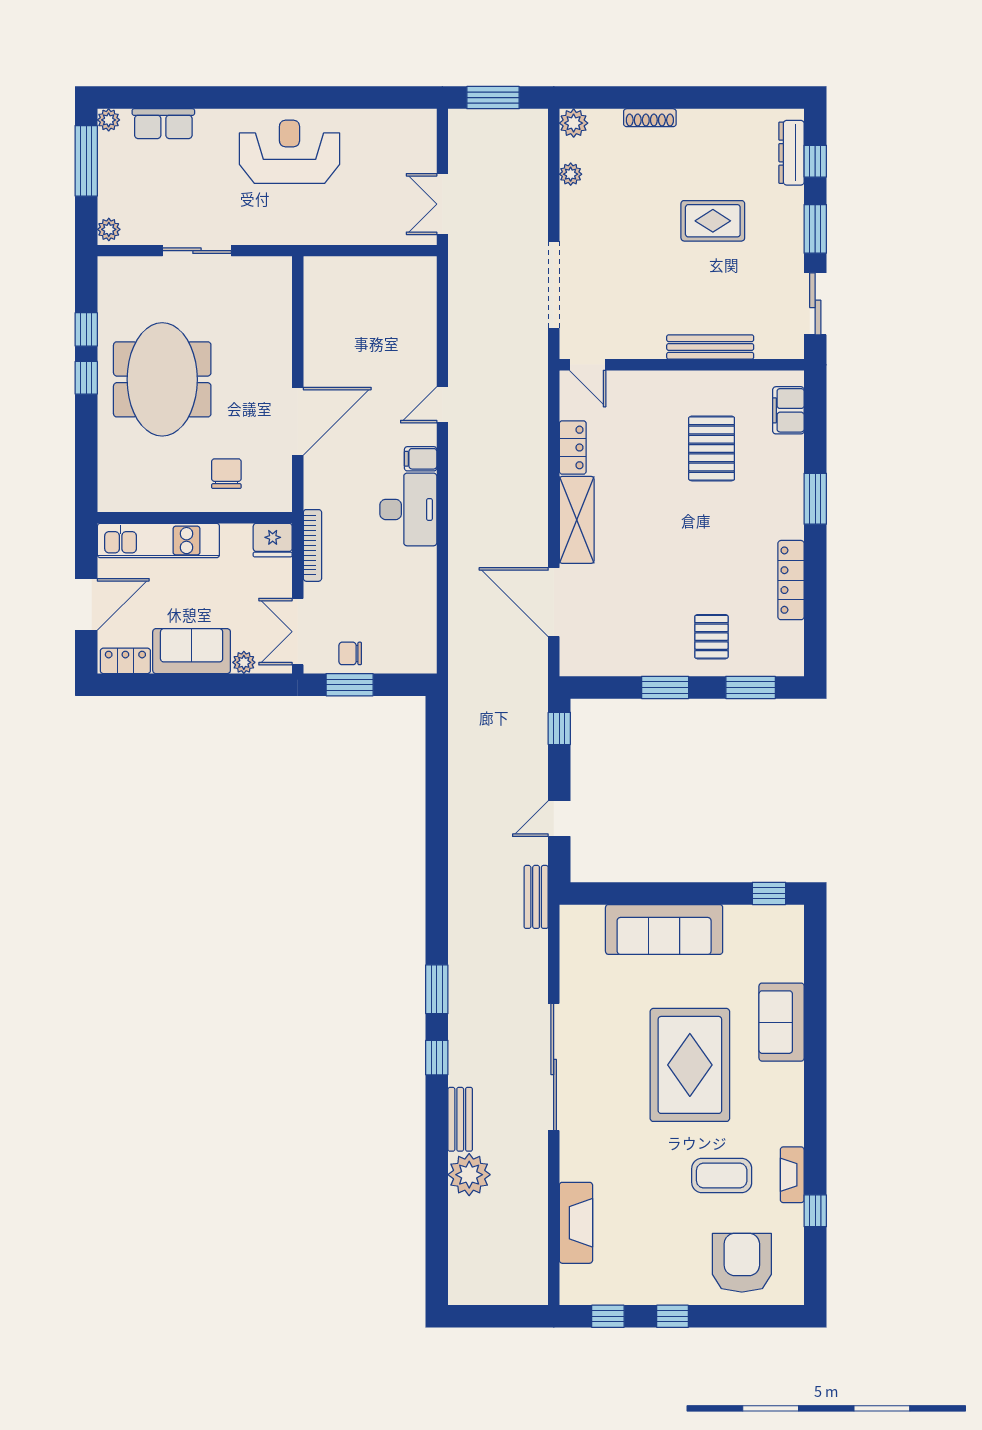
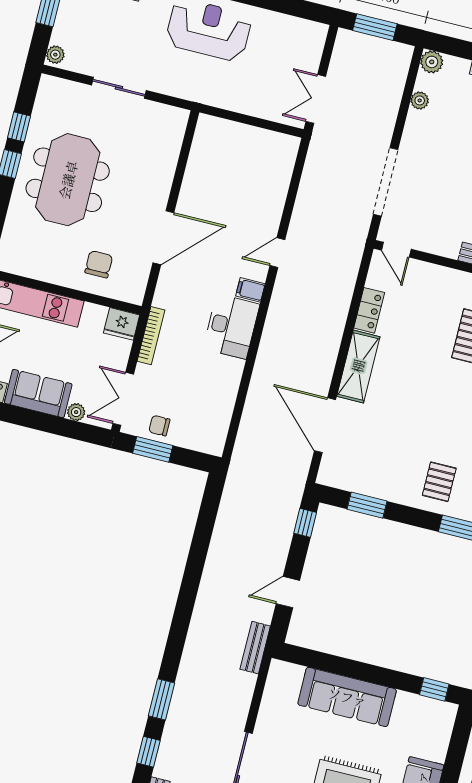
window: (665, 687) -> (367, 505), moved

